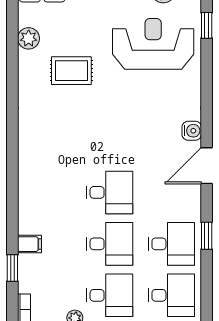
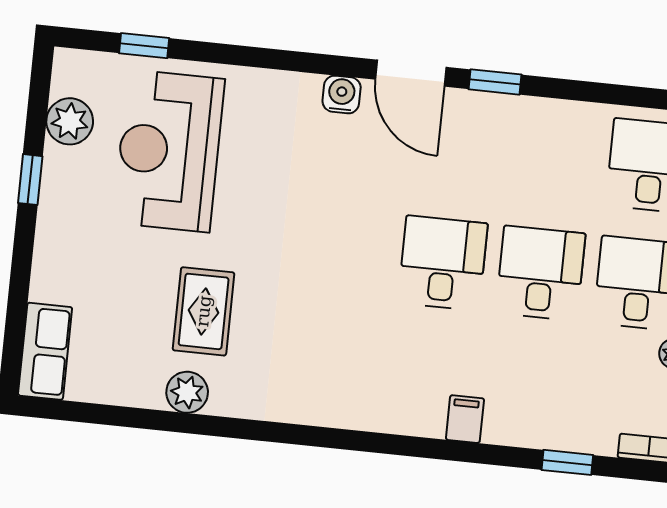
plant: (29, 38) -> (187, 392), moved
window: (207, 236) -> (495, 82), moved
filing cabinet: (30, 244) -> (465, 419), moved
desk: (171, 244) -> (553, 155), removed

